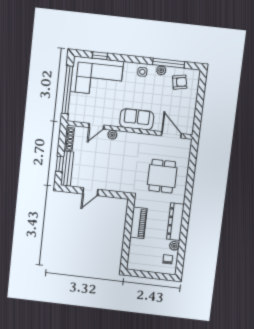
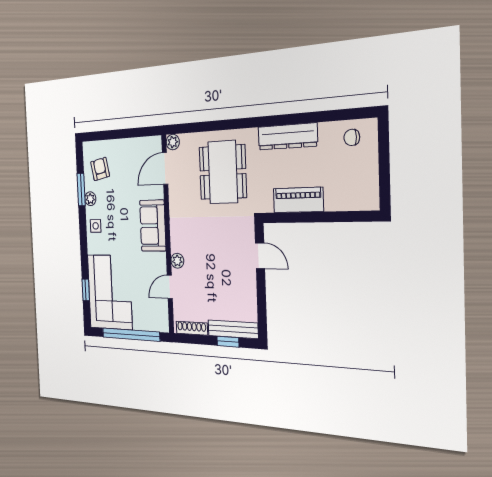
window: (169, 63) -> (81, 190), width x0.69
door: (96, 126) -> (170, 287), swing flipped
dining table: (162, 176) -> (223, 172), width x1.38
door: (90, 192) -> (260, 256), moved
plant: (174, 246) -> (173, 142), moved

